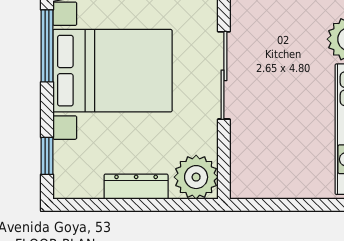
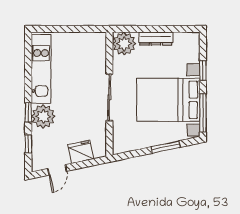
window: (47, 156) -> (203, 71), moved

